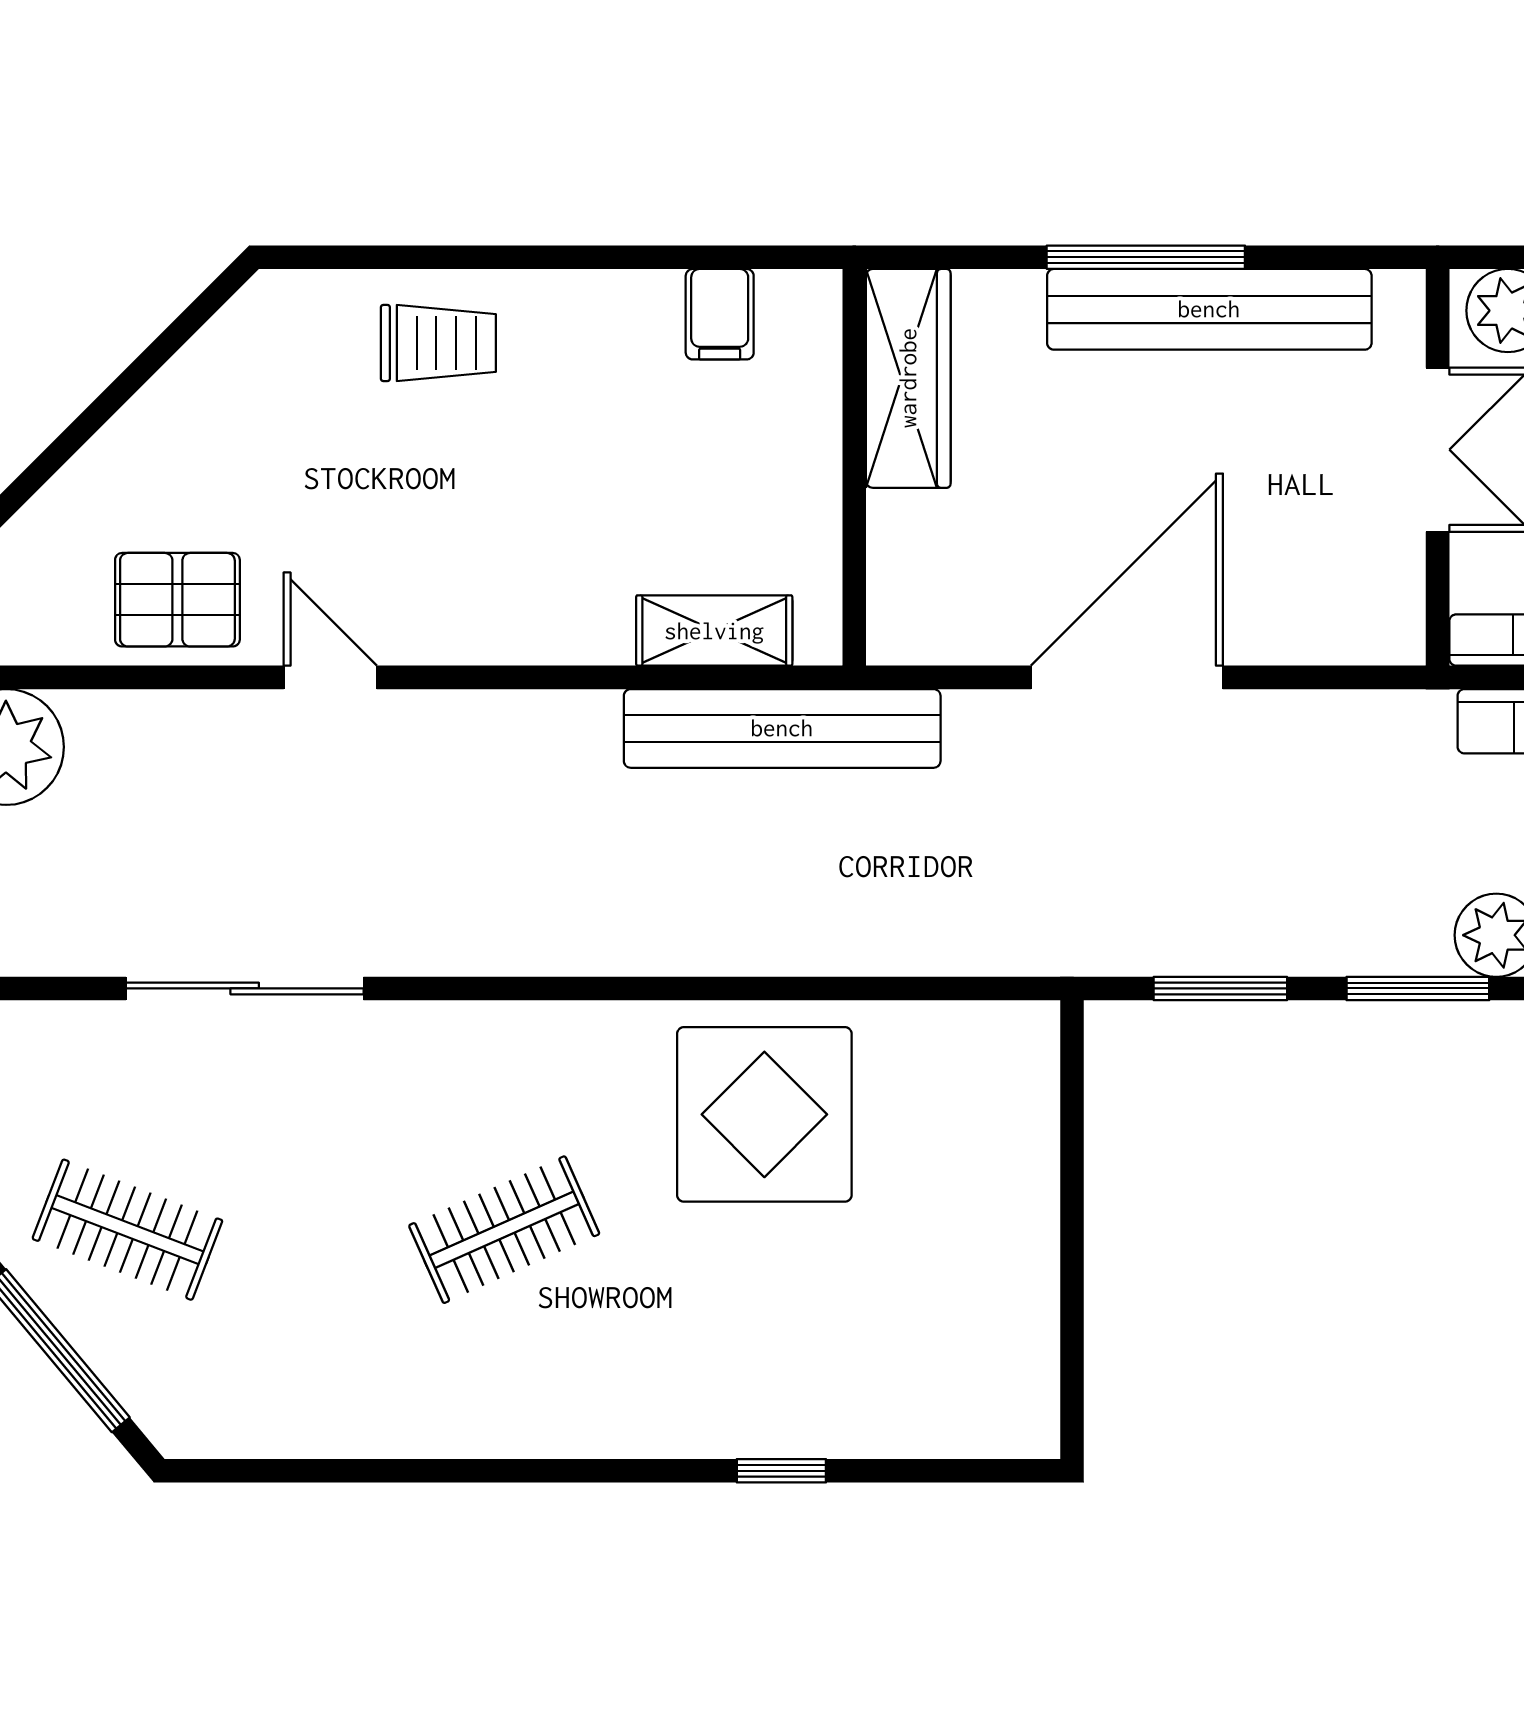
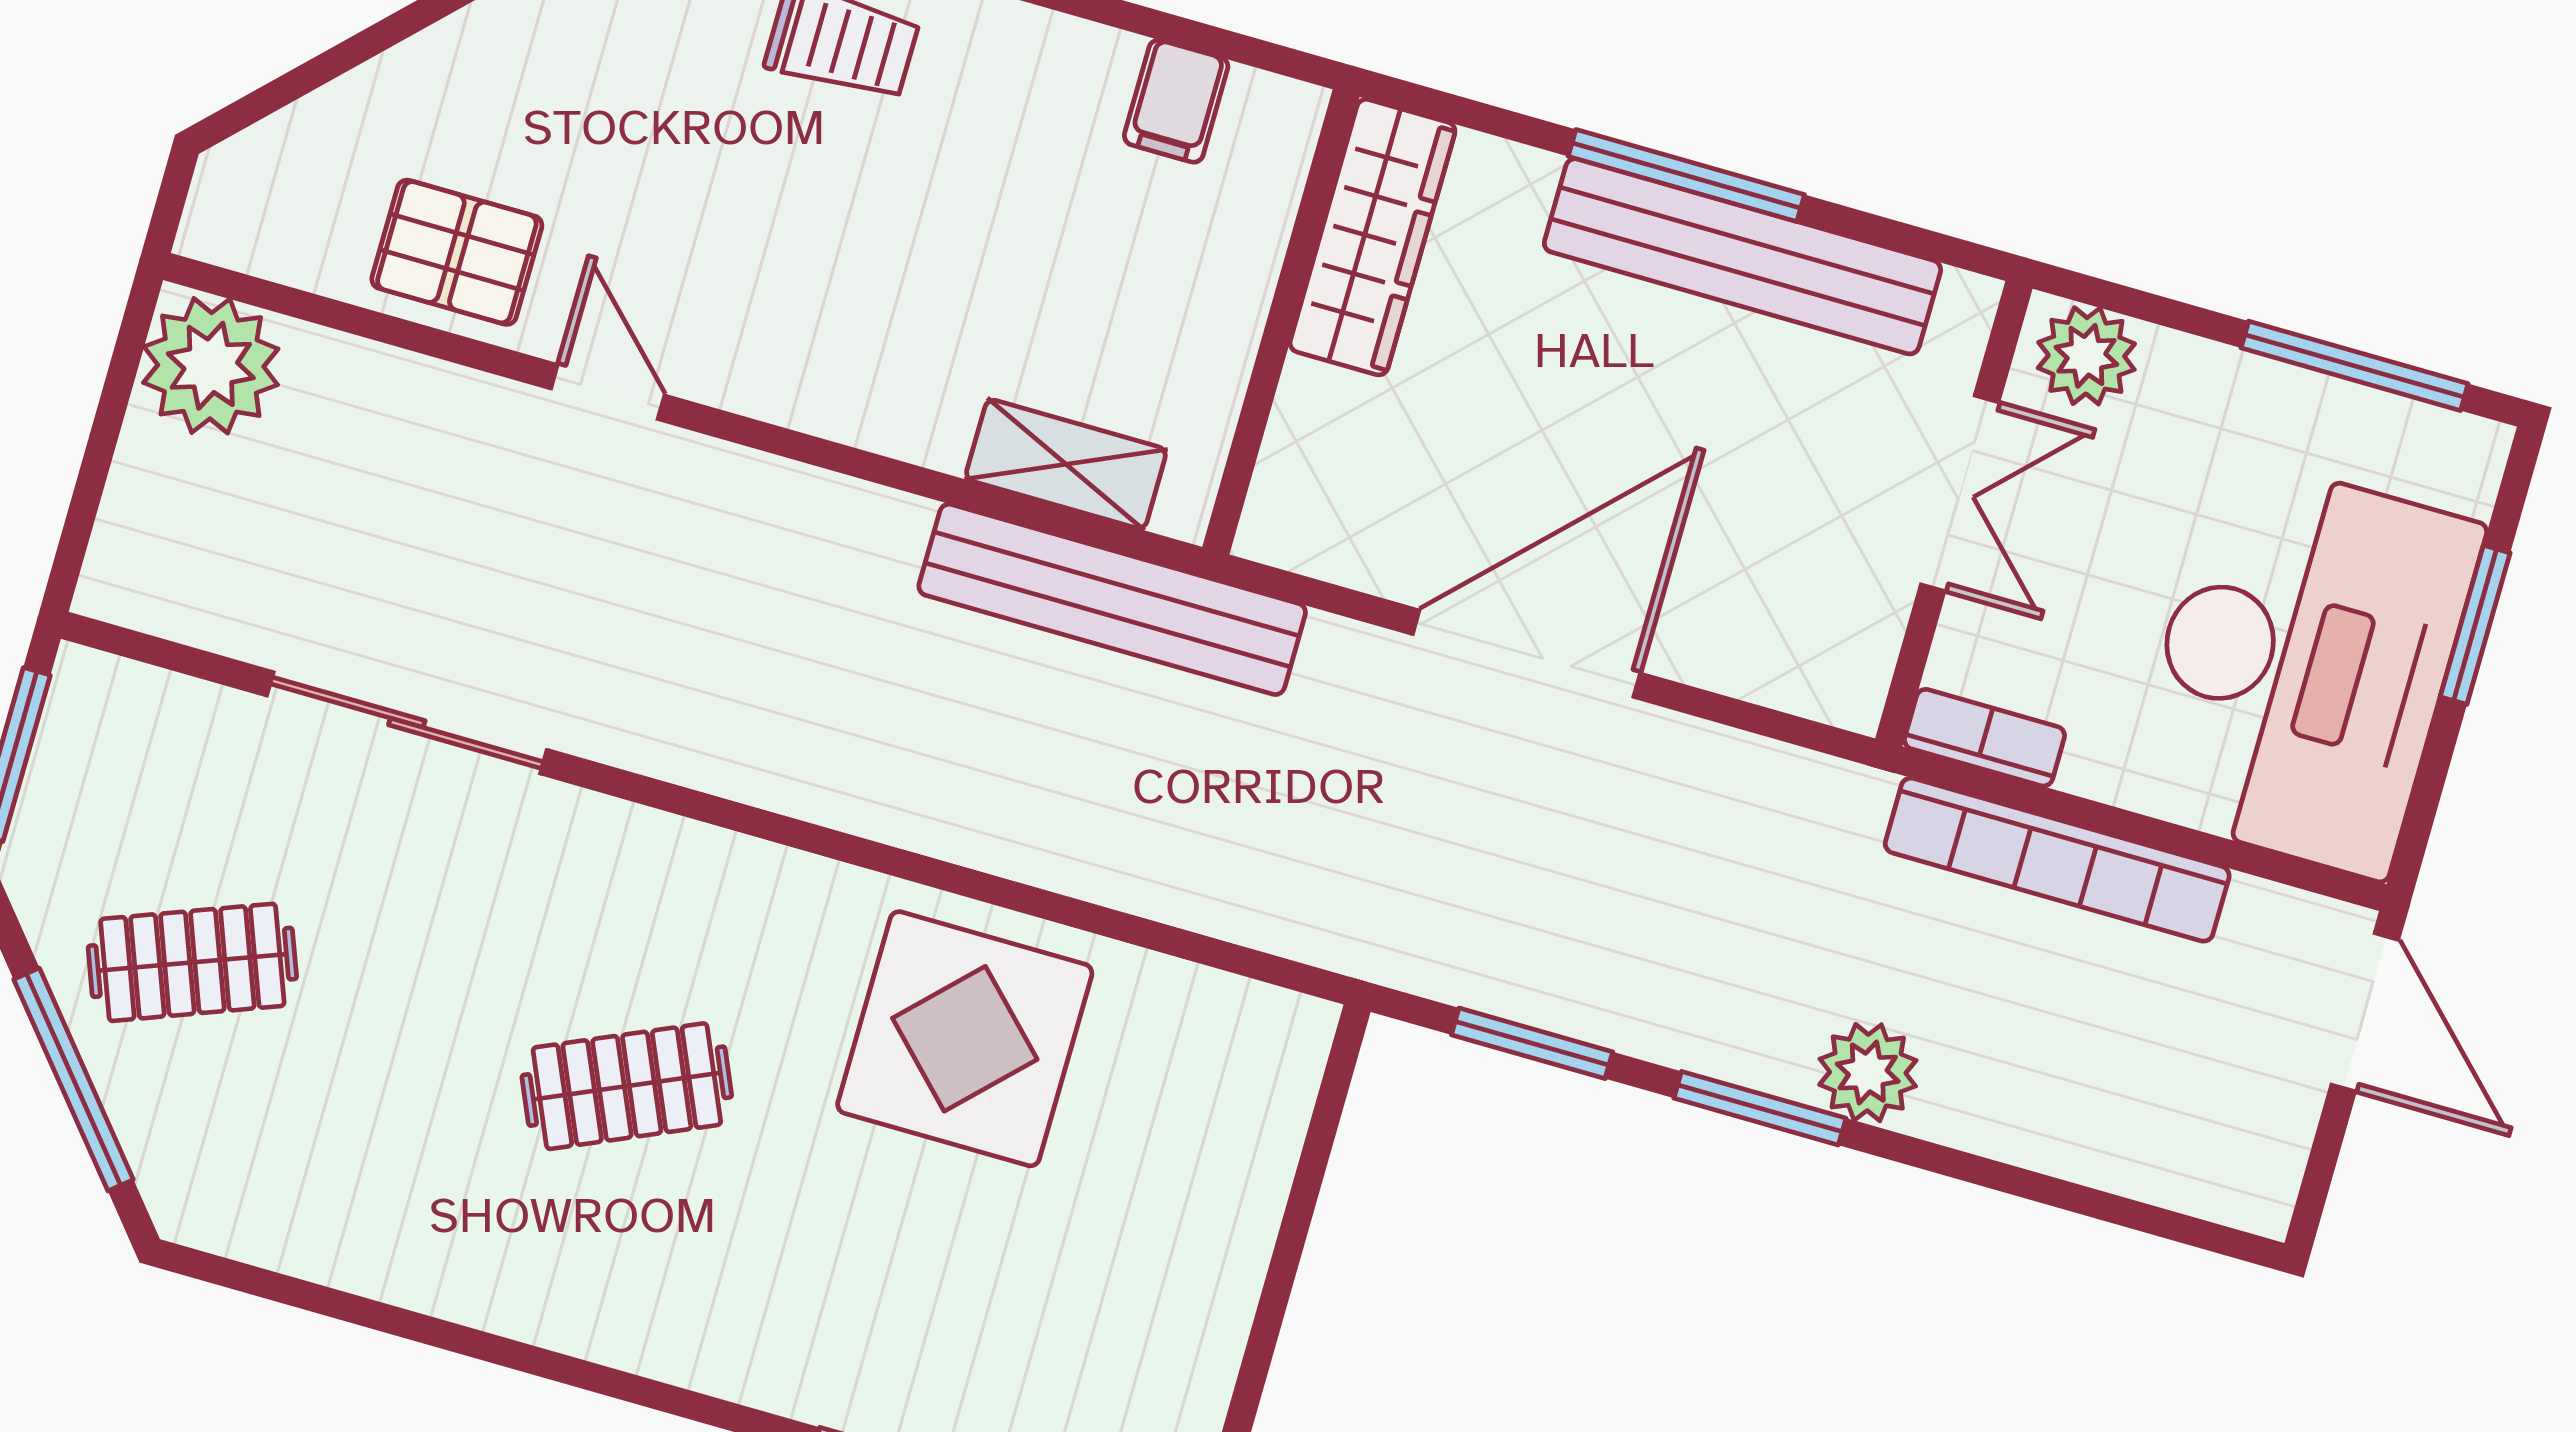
clothes rail: (127, 1230) -> (192, 962), turned -42

